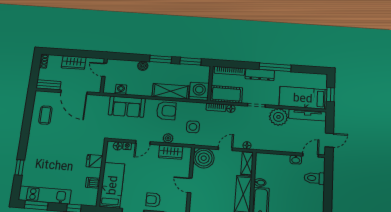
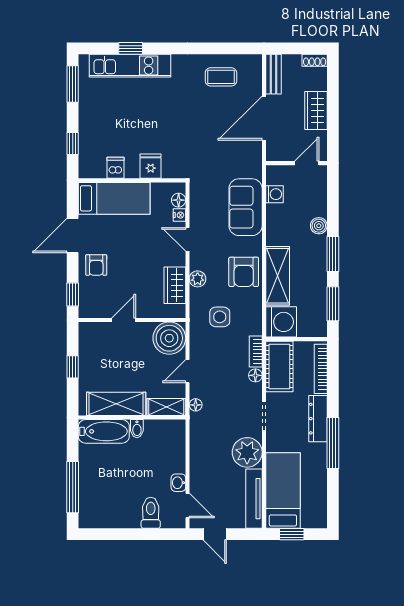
door: (225, 149) -> (187, 371), swing flipped
kitchen unit: (45, 195) -> (130, 66), moved, turned 90
armchair: (153, 200) -> (96, 265), turned 180

